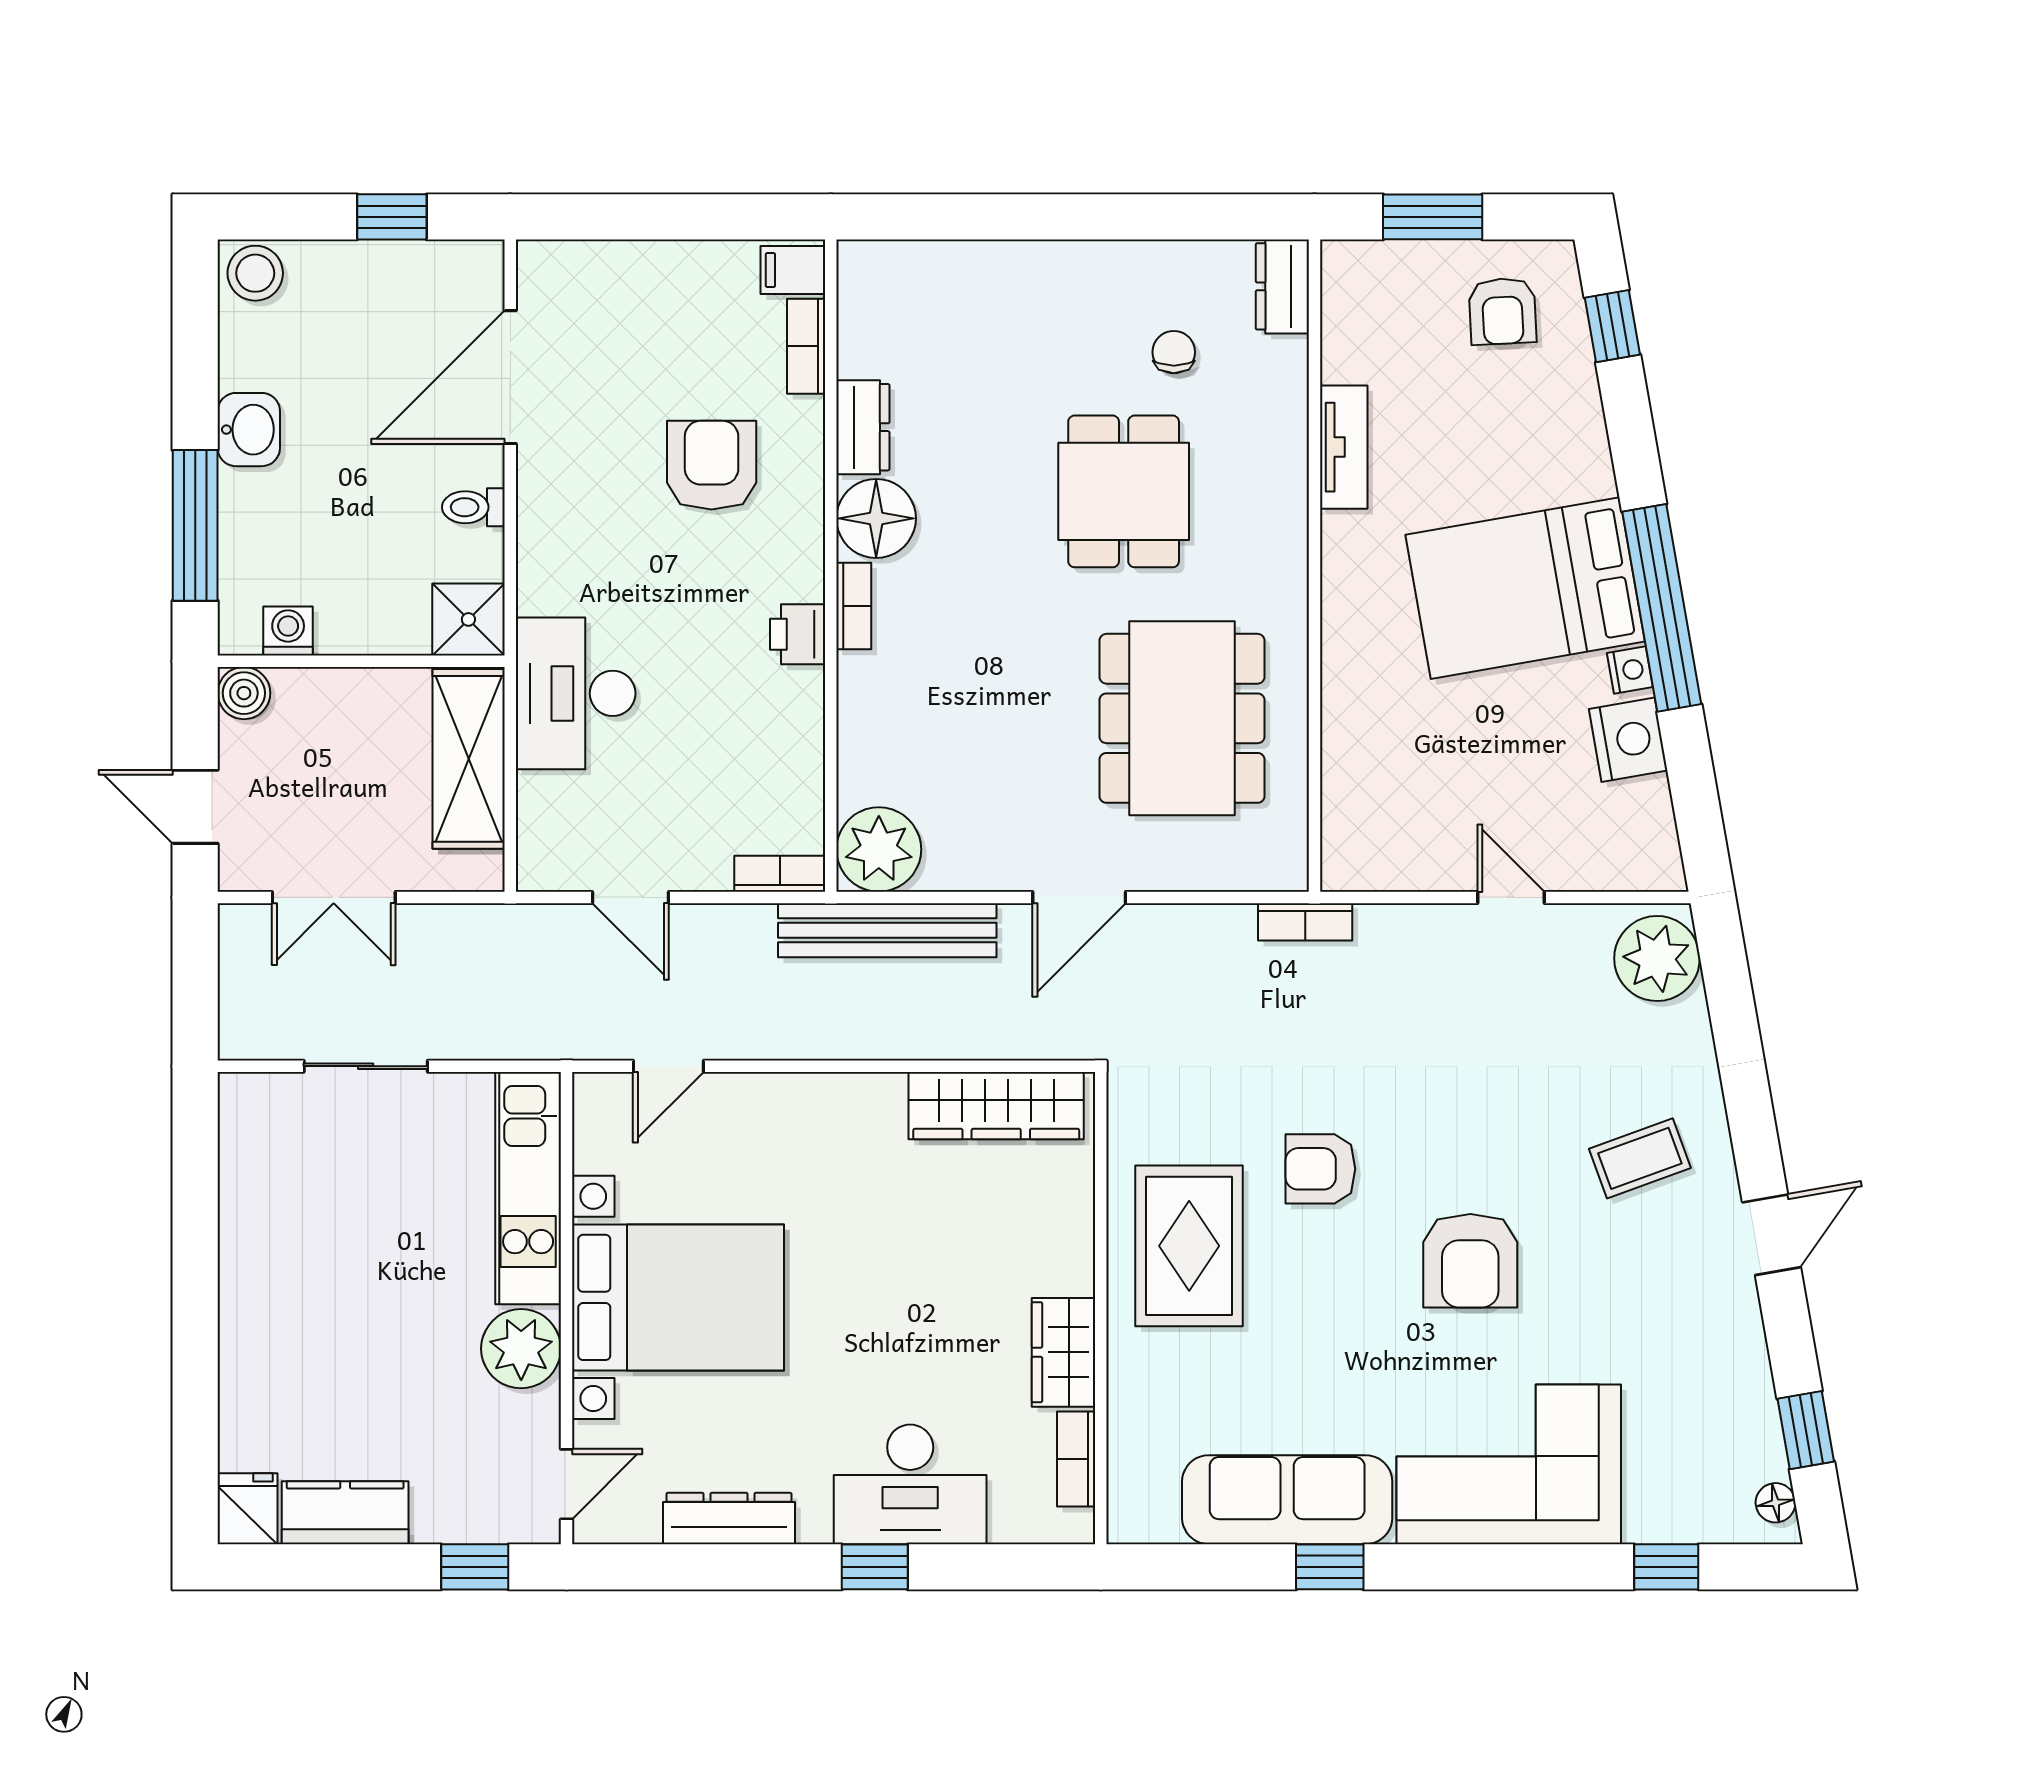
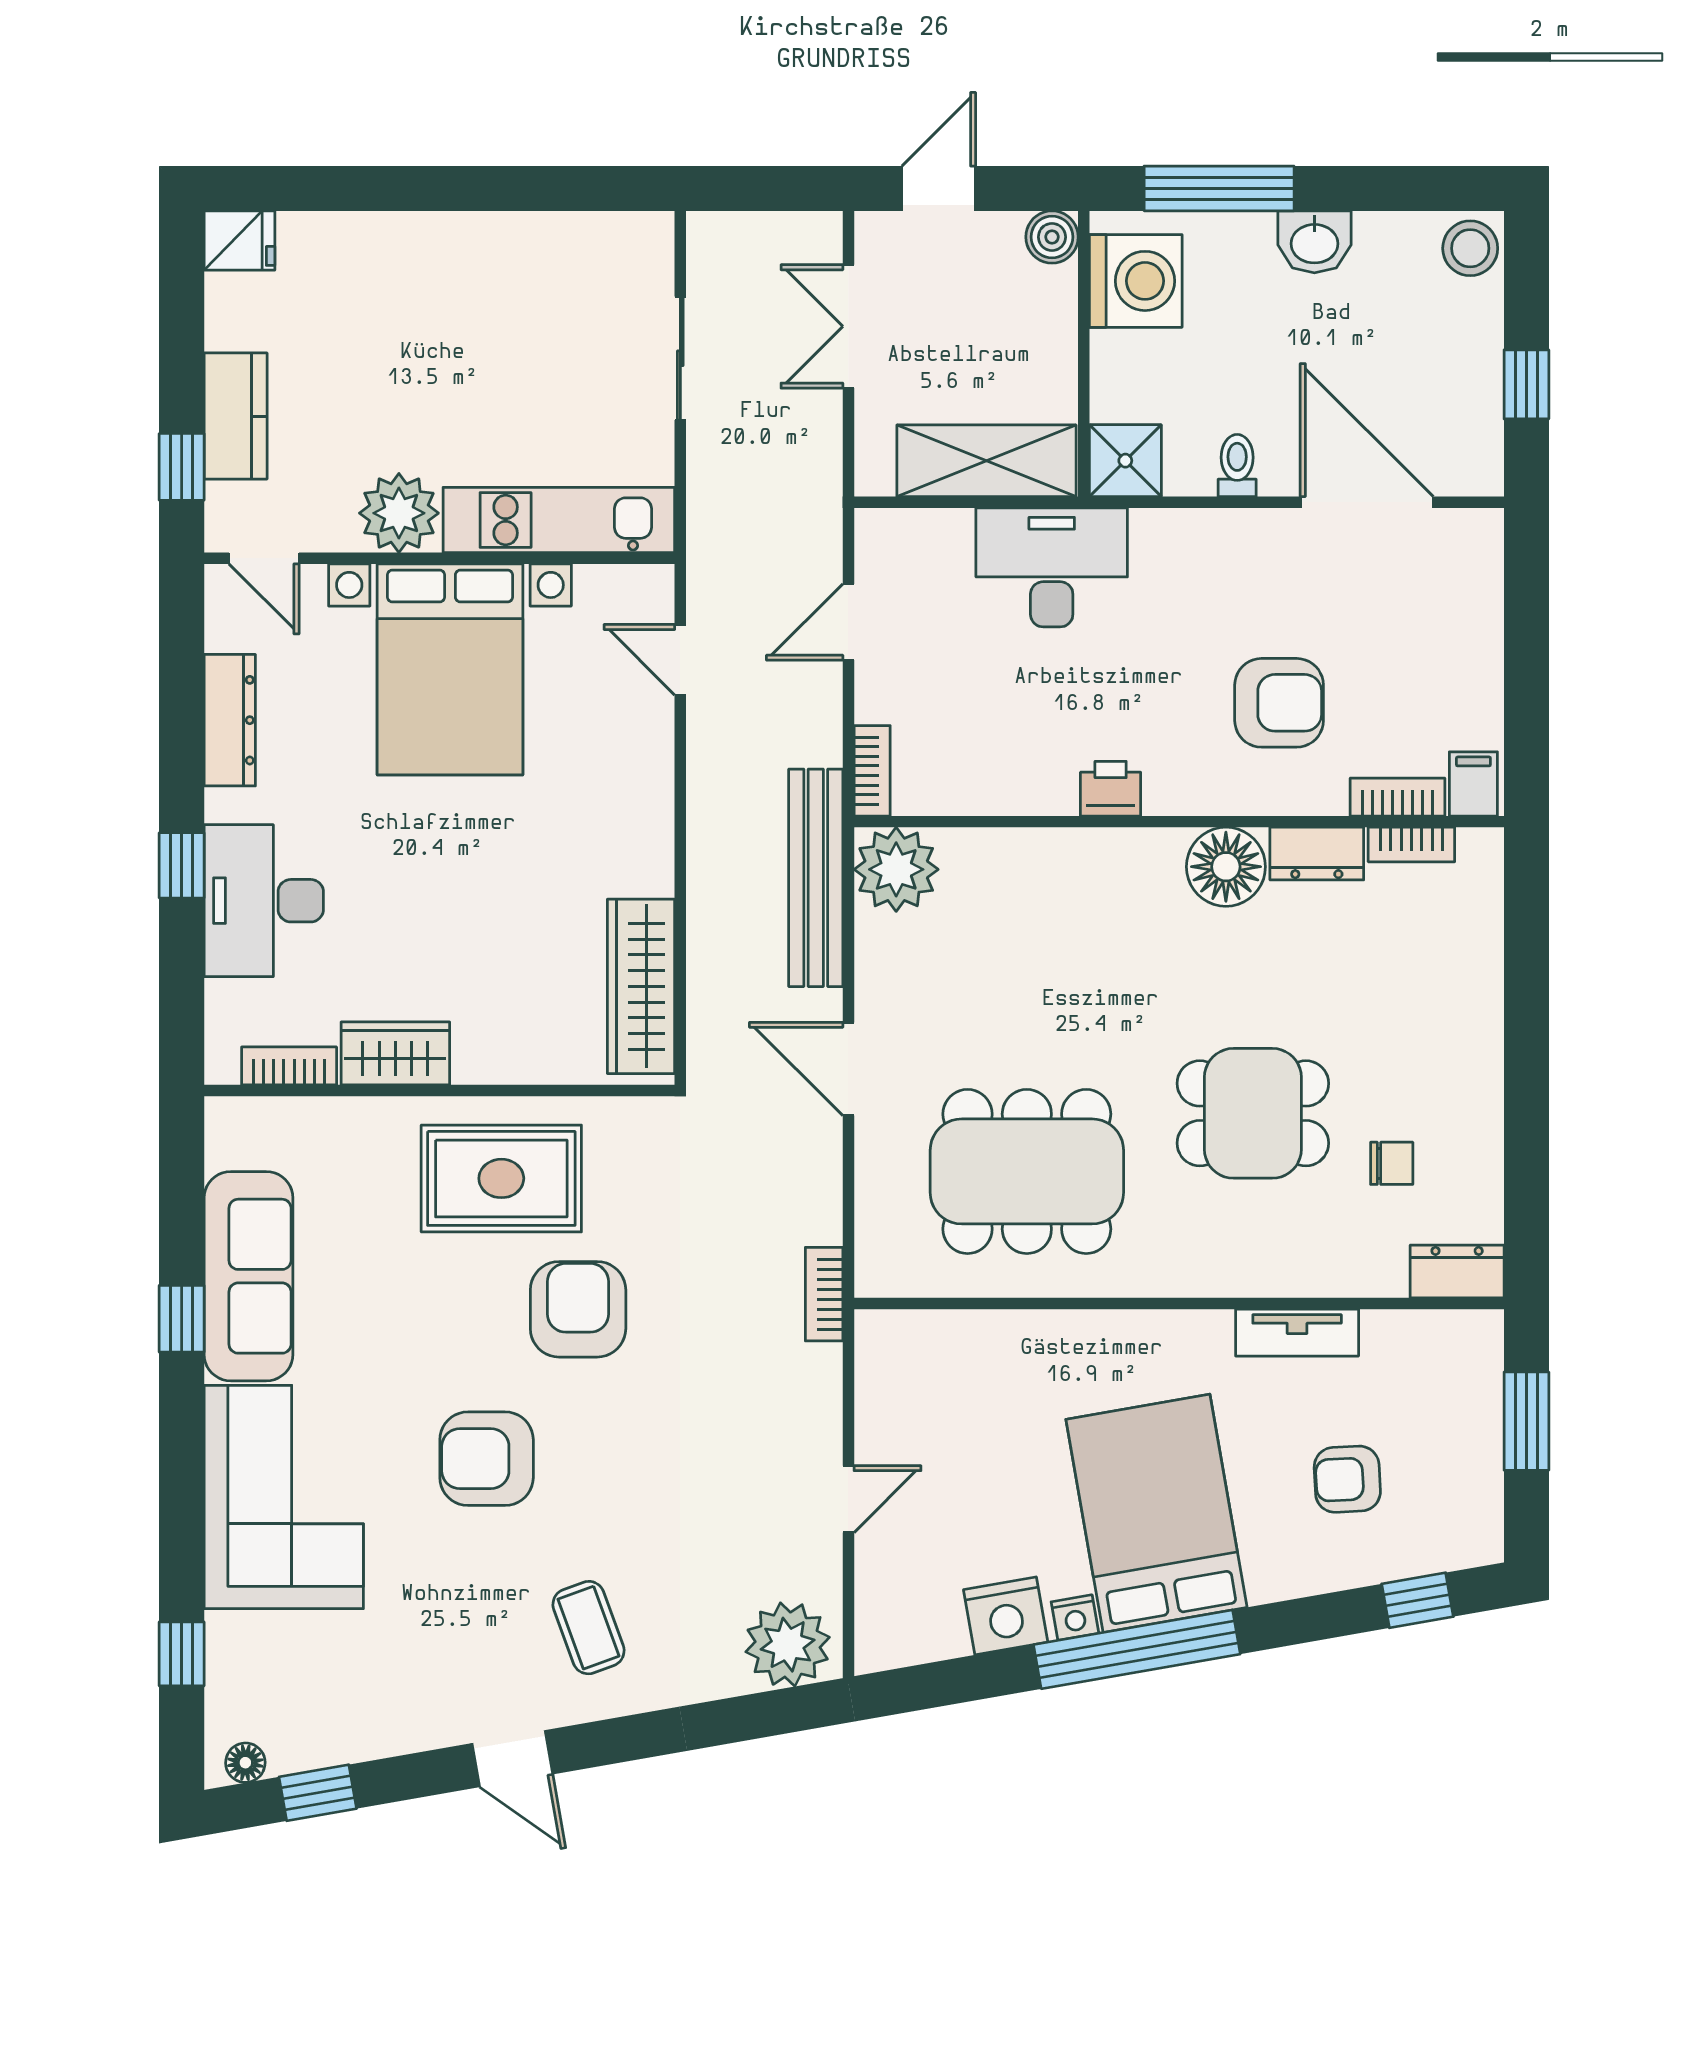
armchair: (1502, 311) -> (1347, 1479), moved
bookcase: (854, 606) -> (1411, 845), moved
washing machine: (288, 631) -> (1136, 281), width x1.89, depth x1.89
armchair: (1320, 1169) -> (578, 1309), width x1.38, depth x1.38
kitchen counter: (345, 1513) -> (236, 416), moved

